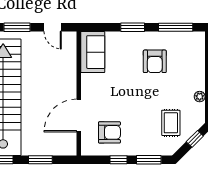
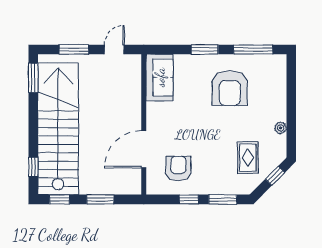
door: (53, 27) -> (114, 49), swing flipped
armchair: (155, 61) -> (230, 88), width x1.36, depth x1.36
armchair: (109, 132) -> (178, 168), turned -90

